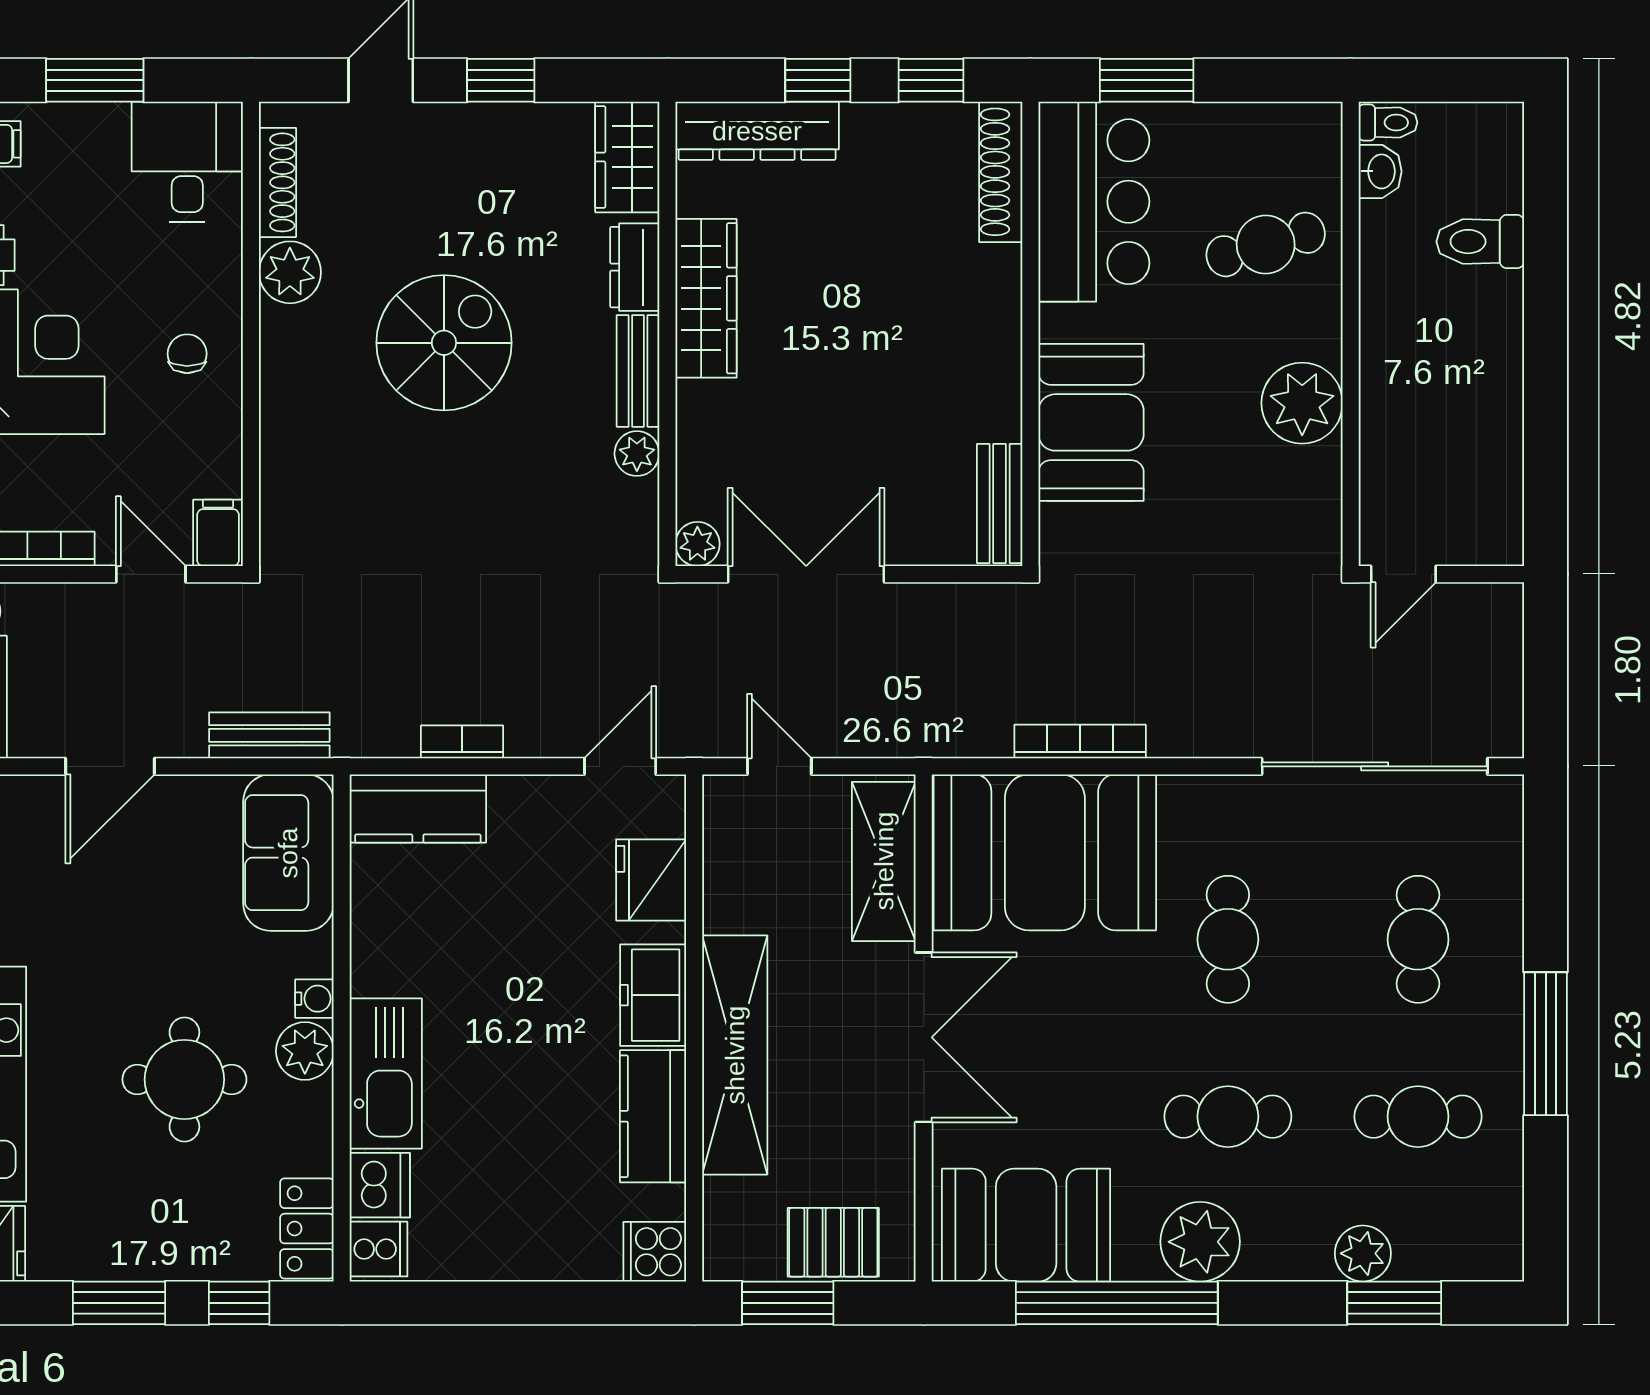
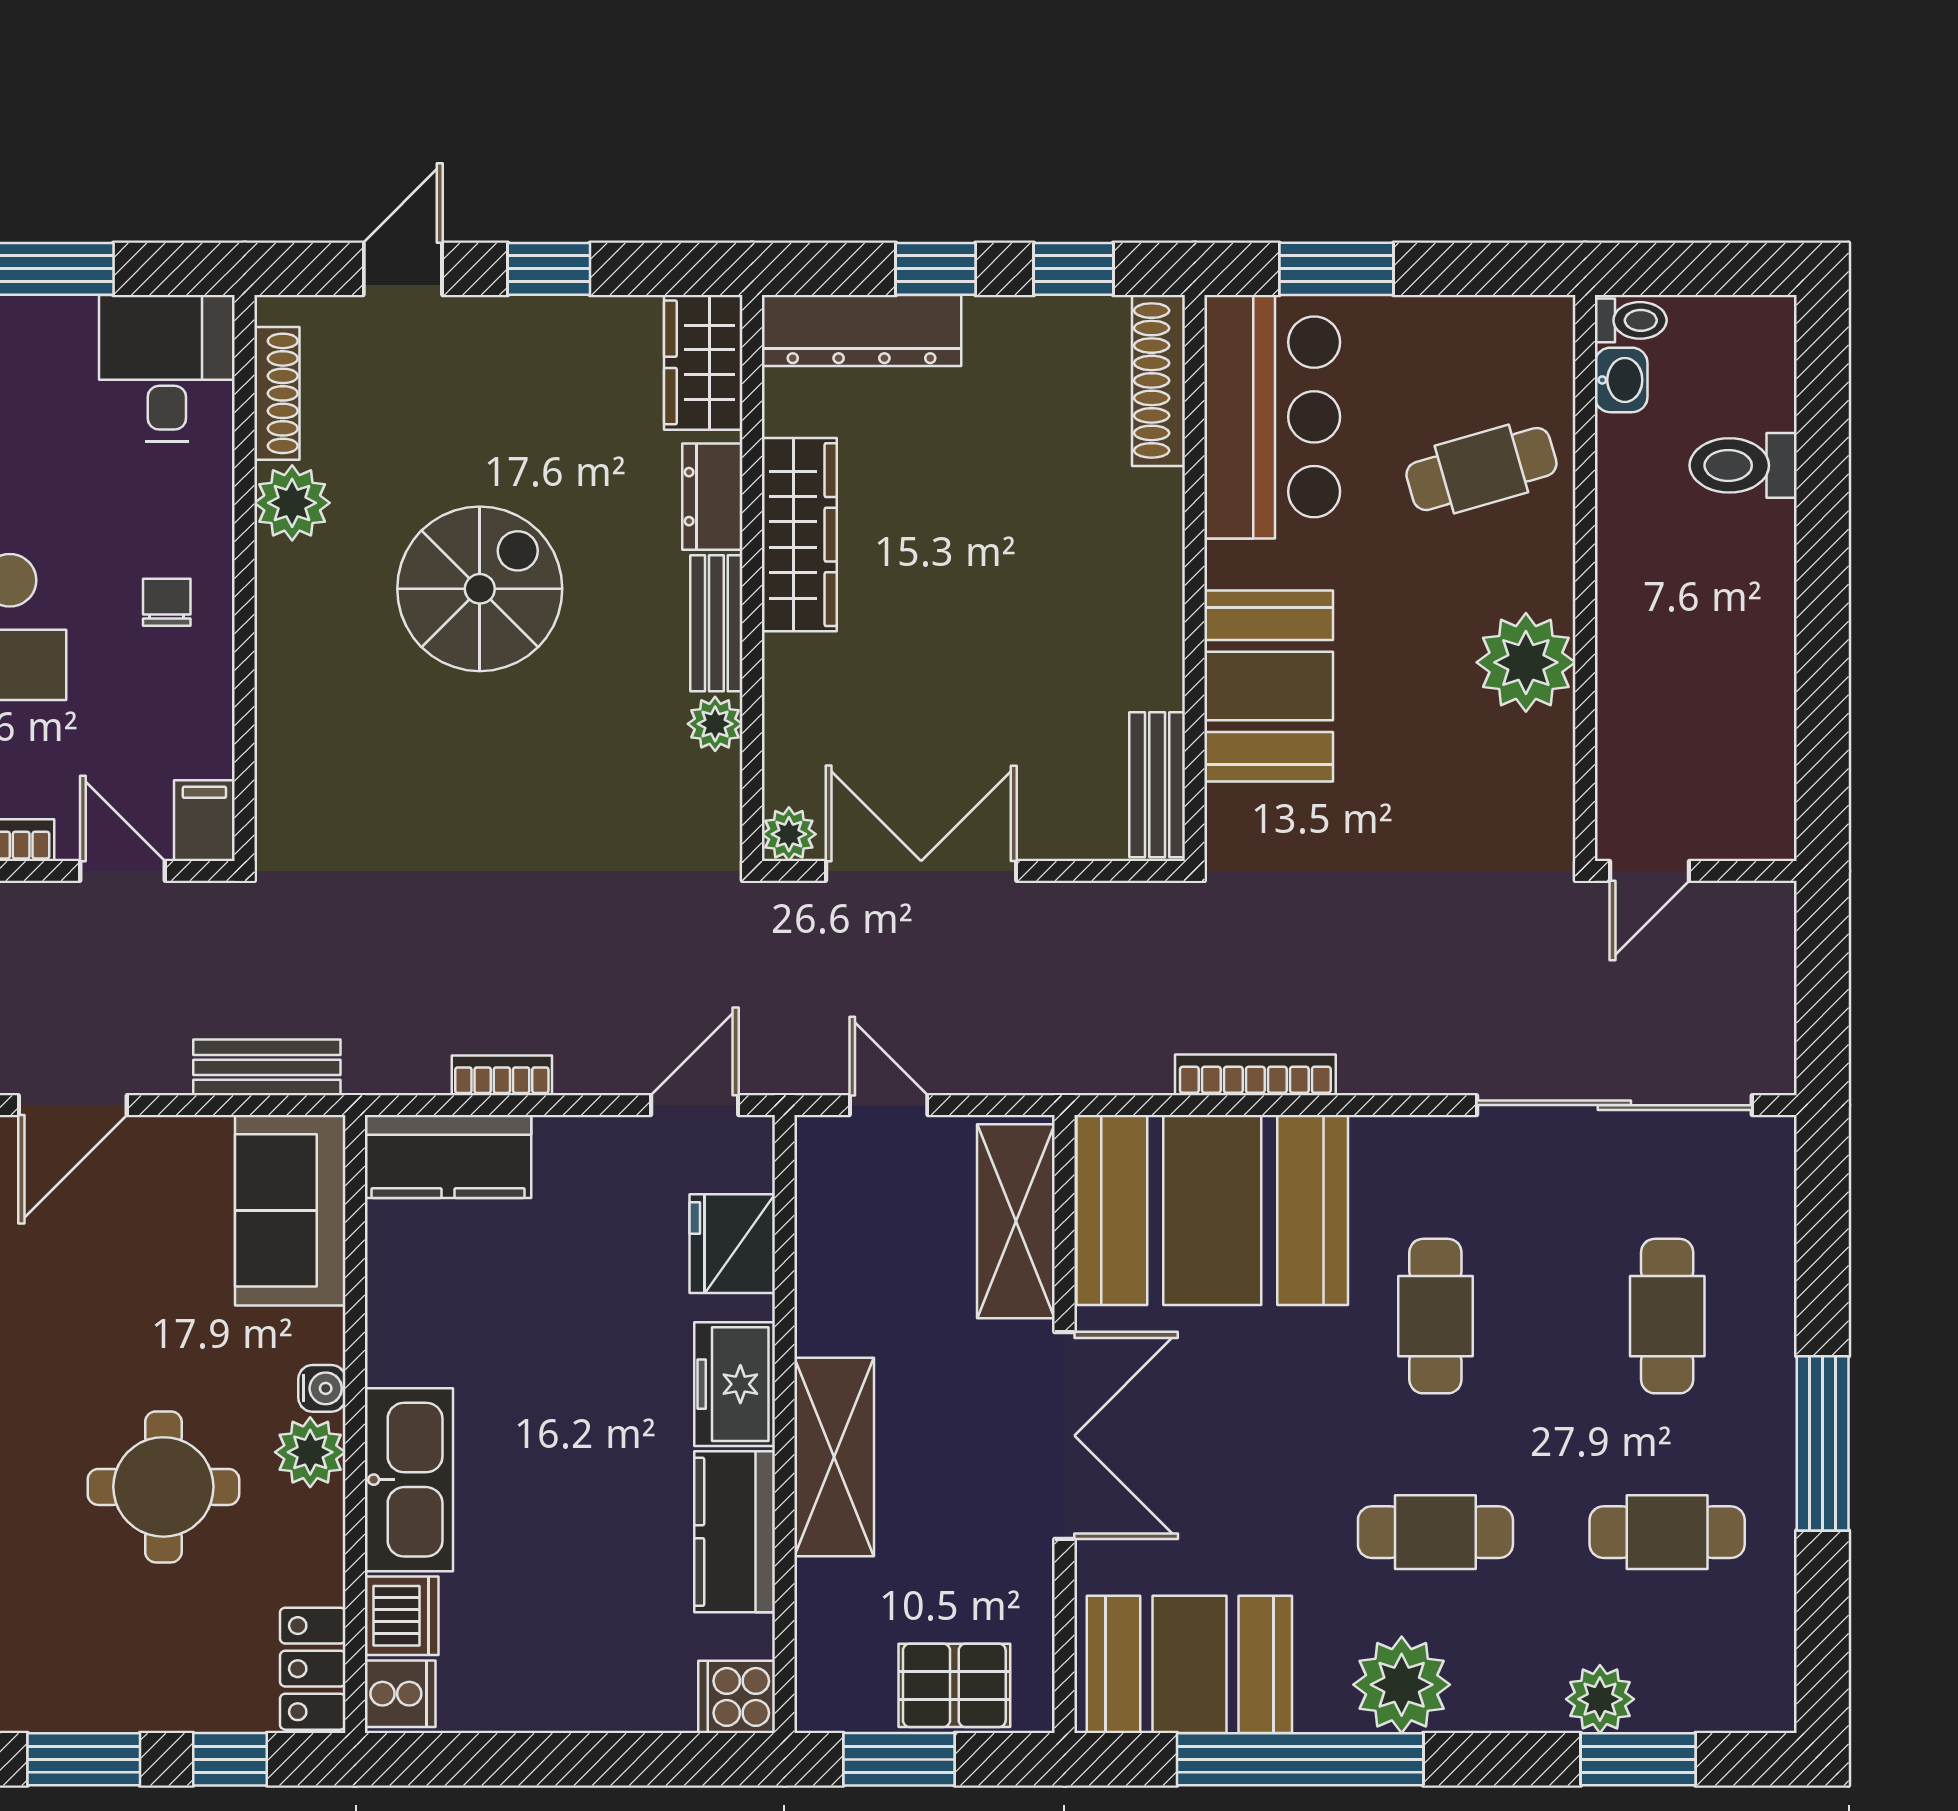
shelving: (735, 1055) -> (834, 1457), width x0.68

